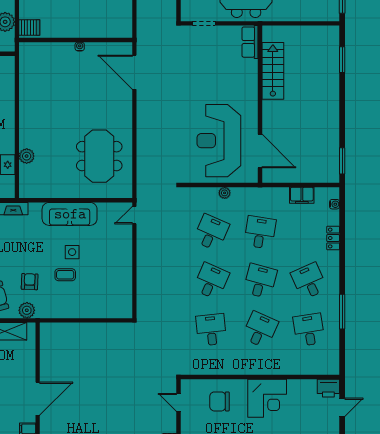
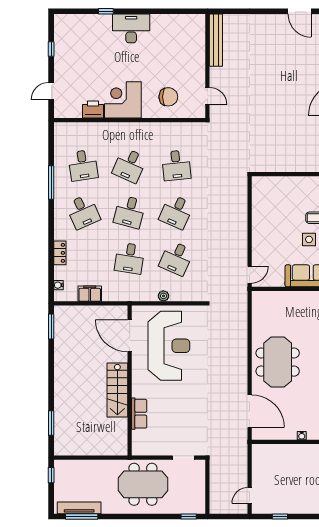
row of seats: (250, 42) -> (139, 414), moved
stairs: (273, 71) -> (117, 390), moved
meeting table: (99, 156) -> (278, 362), moved
printer: (328, 388) -> (93, 109), moved

